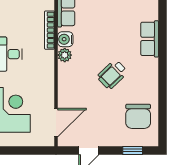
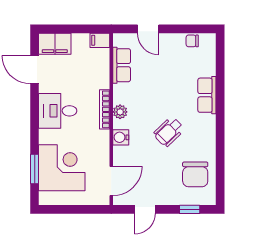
bookcase: (49, 30) -> (105, 109), moved
water cooler: (65, 39) -> (121, 137), moved

